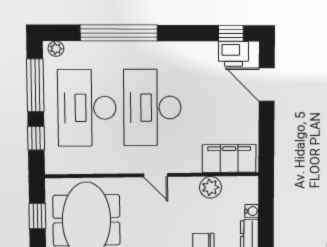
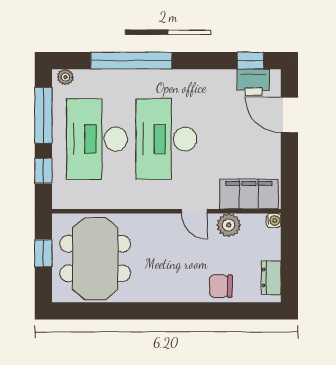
door: (156, 175) -> (194, 211), moved
water cooler: (252, 211) -> (274, 221), moved

